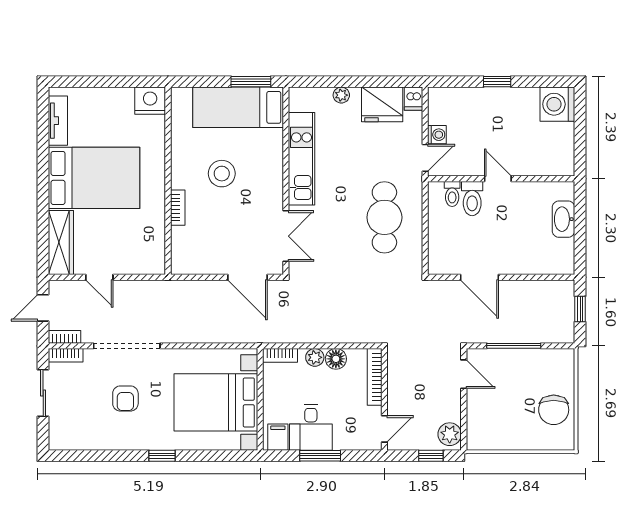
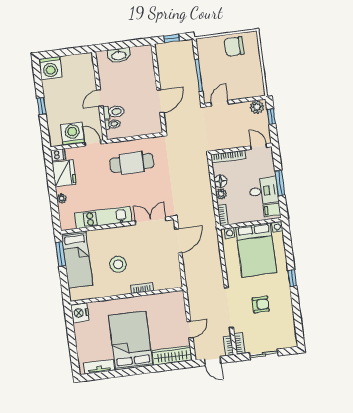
washing machine: (437, 135) -> (72, 134), width x1.89, depth x1.89
chair: (554, 410) -> (234, 46), turned 180

